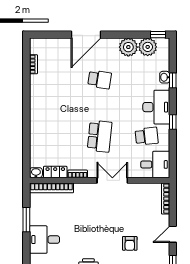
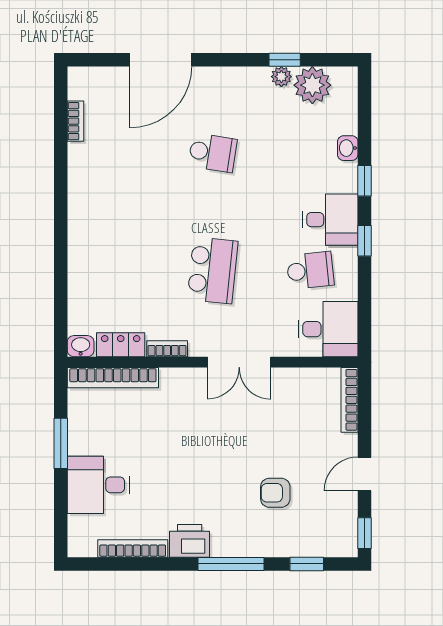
door: (86, 35) -> (161, 60), moved
window: (158, 35) -> (285, 60), moved
plant: (128, 47) -> (281, 77), width x0.53, depth x0.53
window: (173, 80) -> (364, 181), moved
desk: (156, 107) -> (330, 220), width x0.73
double door: (112, 180) -> (239, 362), swing flipped
armchair: (130, 243) -> (275, 493), turned 90

